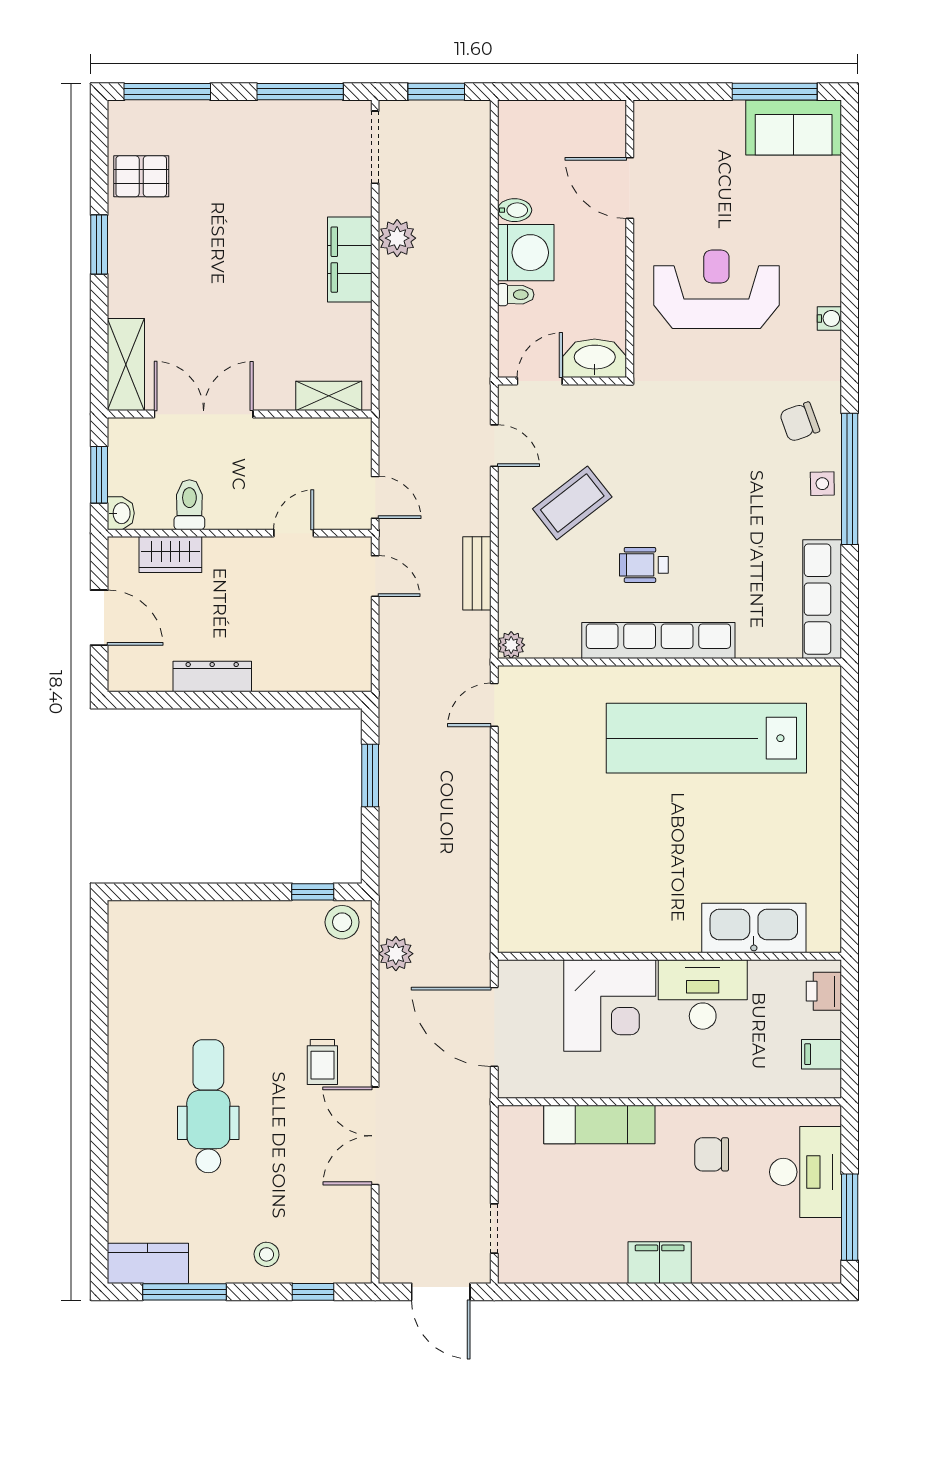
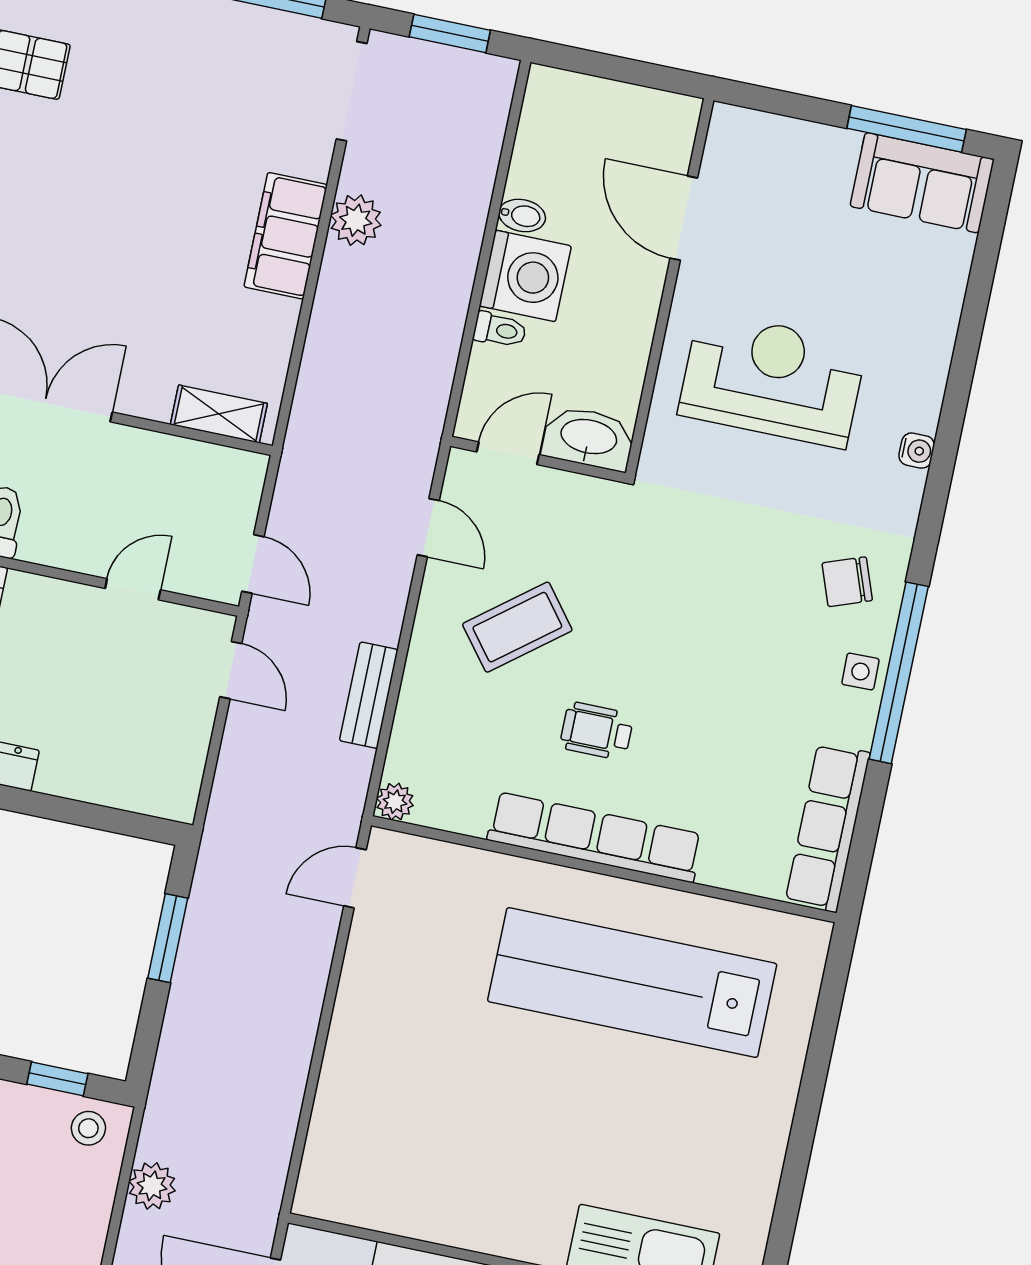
stool: (342, 922) -> (88, 1128), width x0.73, depth x0.73

